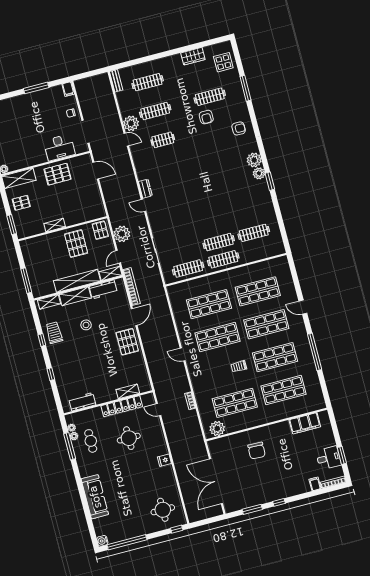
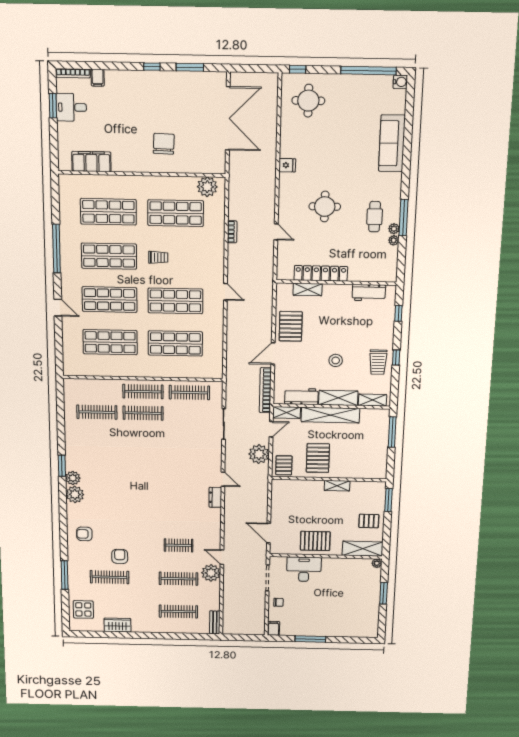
shelving: (128, 391) -> (308, 289), moved
workbench: (82, 402) -> (369, 293), moved
wall: (108, 403) -> (336, 282), moved
locker: (122, 406) -> (321, 273), moved

